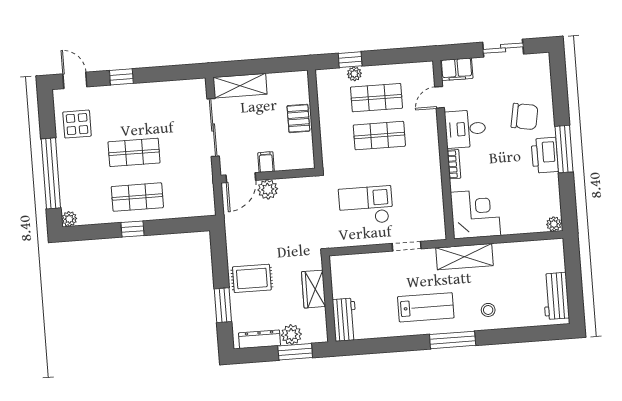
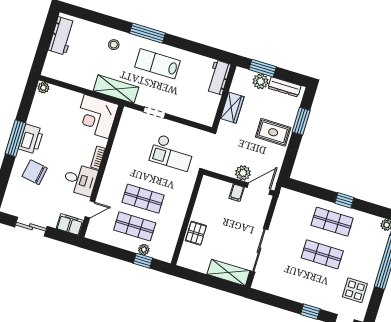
filing cabinet: (266, 162) -> (237, 193), moved
wall: (268, 176) -> (239, 183), moved
door: (241, 178) -> (259, 189), moved
plant: (268, 189) -> (243, 173), moved

